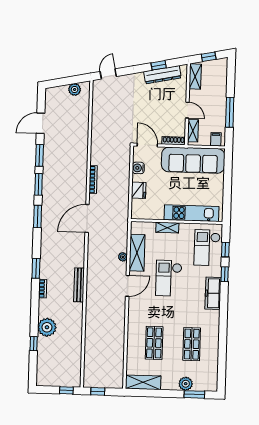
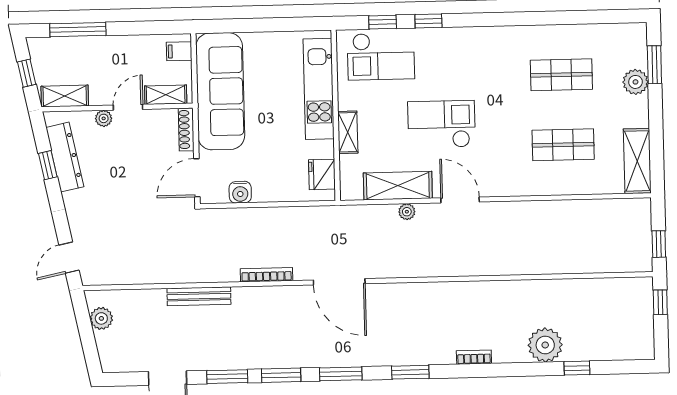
door: (108, 74) -> (69, 258), hinge flipped
plant: (182, 97) -> (104, 118), added
window: (230, 112) -> (78, 30), moved
fridge: (139, 190) -> (322, 174), moved, turned -90
window: (36, 268) -> (410, 372), moved
checkout: (169, 278) -> (441, 124), turned 180
bench: (79, 285) -> (199, 296), moved
freezer: (213, 293) -> (465, 41), removed

